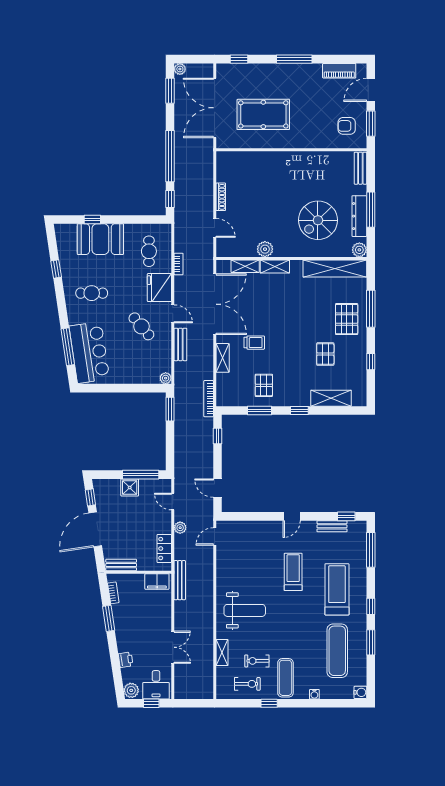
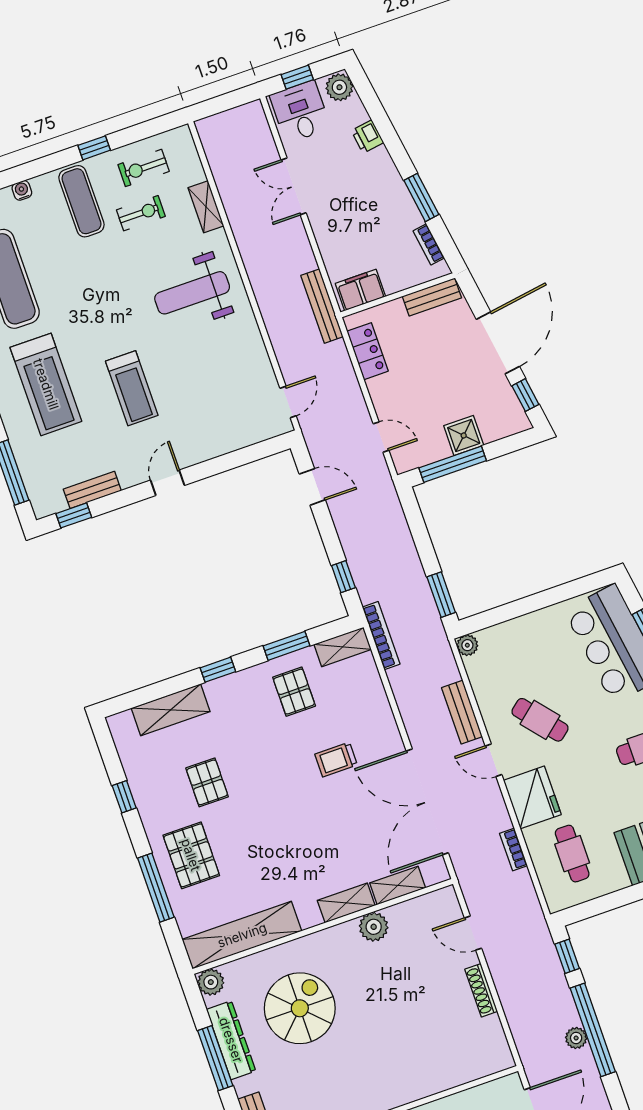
shelving: (223, 358) -> (343, 647), moved, turned 90
plant: (180, 528) -> (576, 1038), moved

